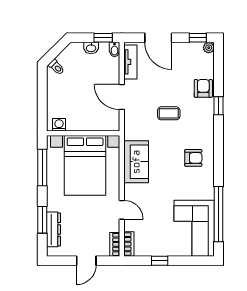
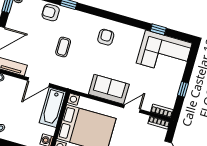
bathtub: (98, 121) -> (53, 107), added
sofa: (136, 162) -> (109, 89), moved
window: (219, 214) -> (158, 29), width x0.32

